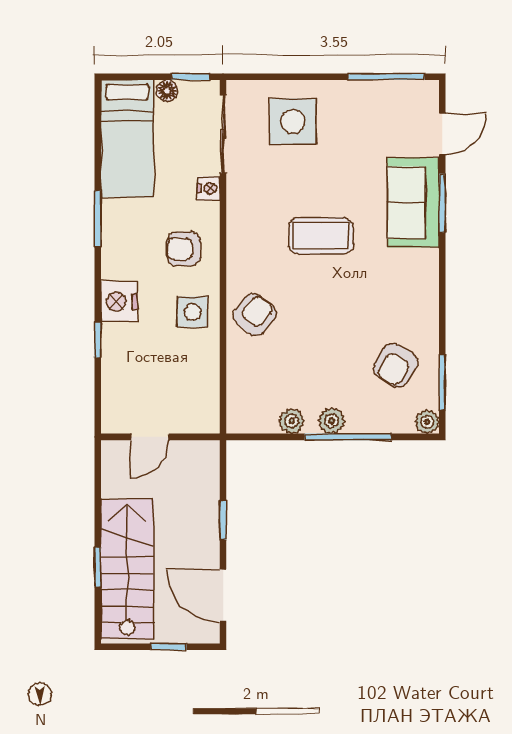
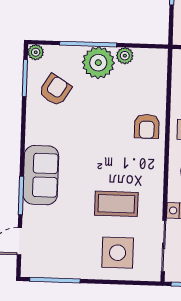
sofa: (413, 203) -> (41, 175), moved
coffee table: (321, 236) -> (116, 204), moved
armchair: (255, 315) -> (147, 126), turned -40
plant: (331, 421) -> (98, 63), width x1.88, depth x1.88

